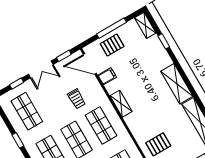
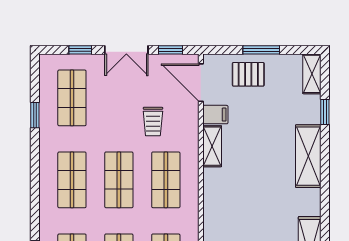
window: (111, 28) -> (261, 50), width x0.69
shelving: (177, 84) -> (308, 156), moved
shelving: (121, 104) -> (212, 146), moved
window: (18, 140) -> (35, 115), moved

